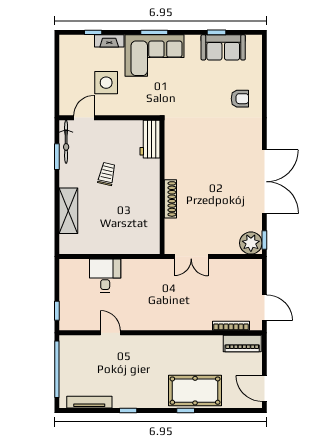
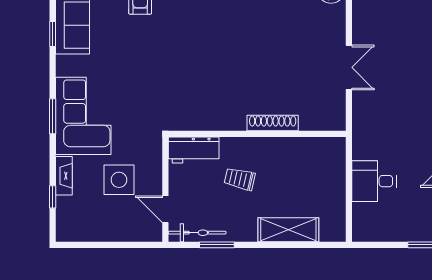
workbench: (150, 139) -> (194, 150), moved
wall: (162, 187) -> (257, 134), moved
shoe rack: (170, 199) -> (273, 123), moved

